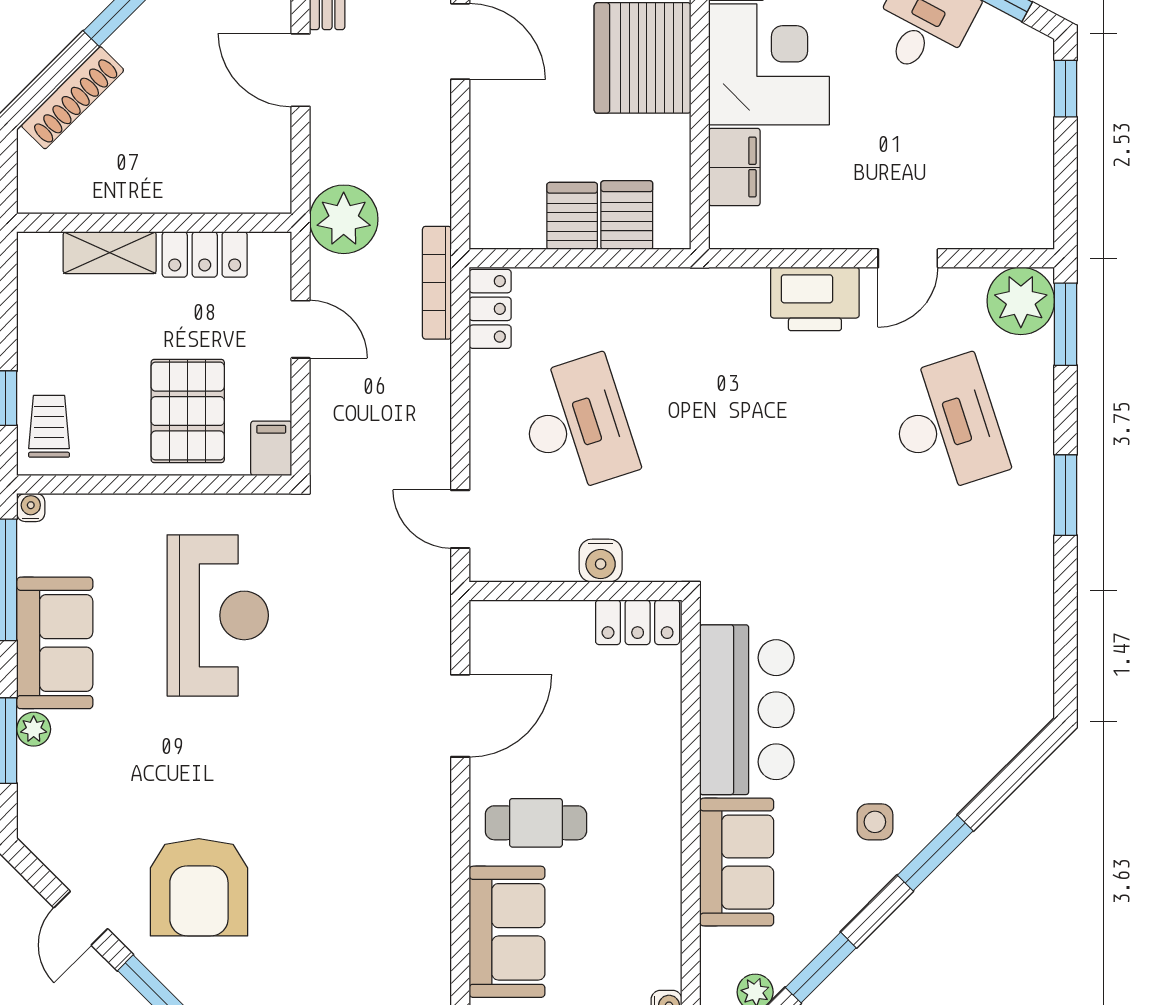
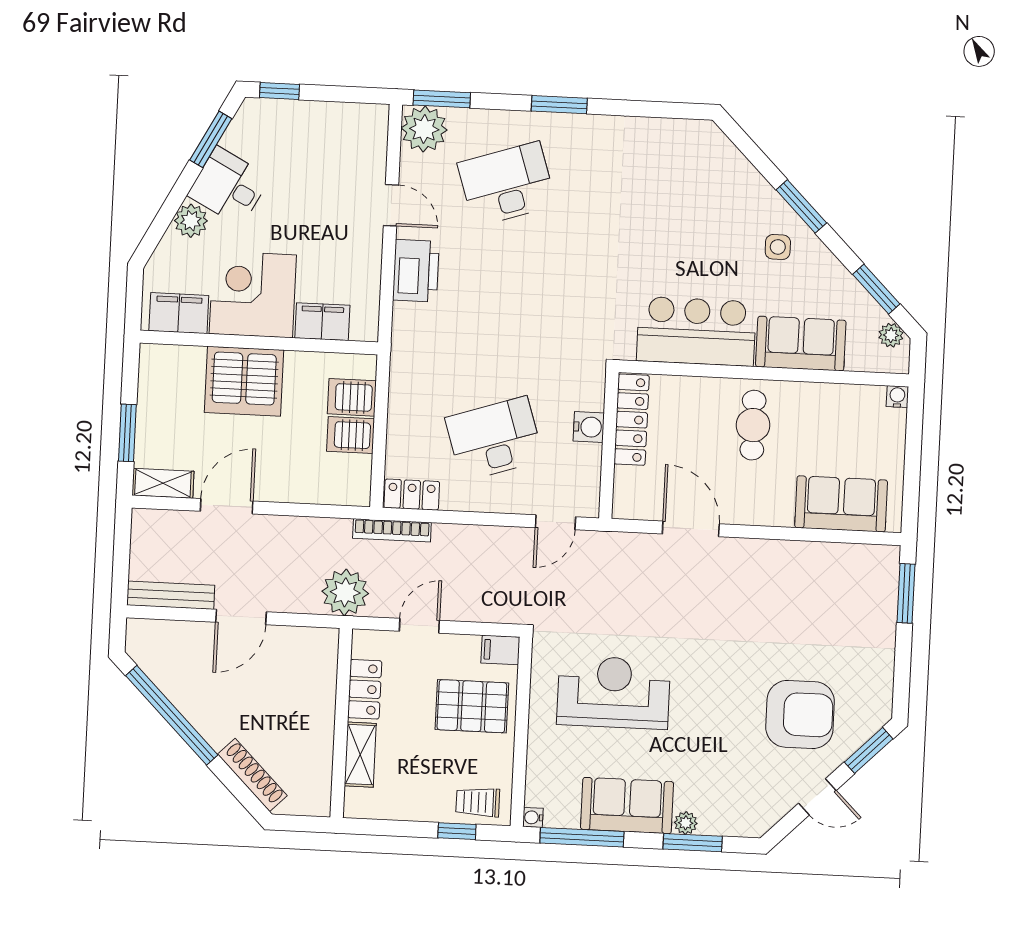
locker: (638, 622) -> (632, 420), width x1.53
cafe table: (536, 823) -> (753, 425), moved

